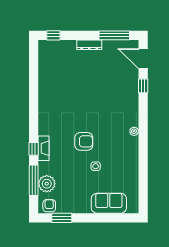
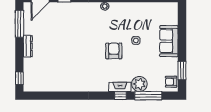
plant: (47, 184) -> (139, 84), moved
sofa: (109, 203) -> (169, 41), moved

